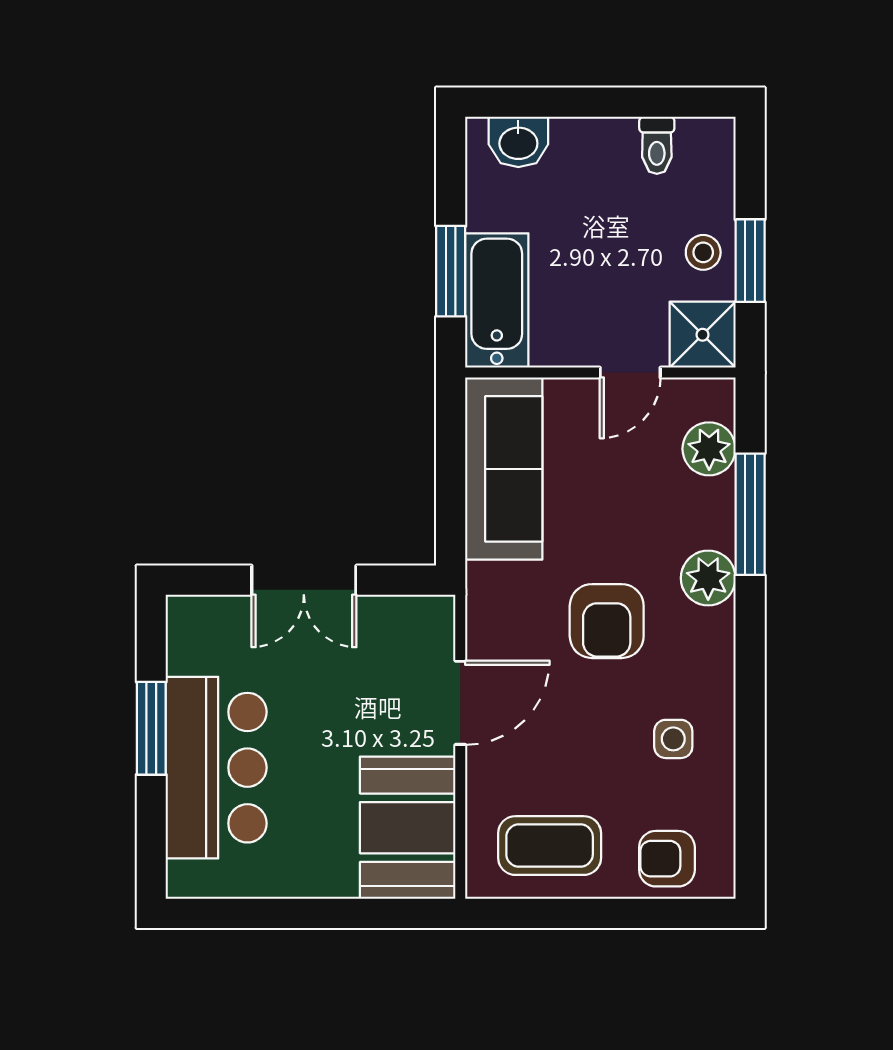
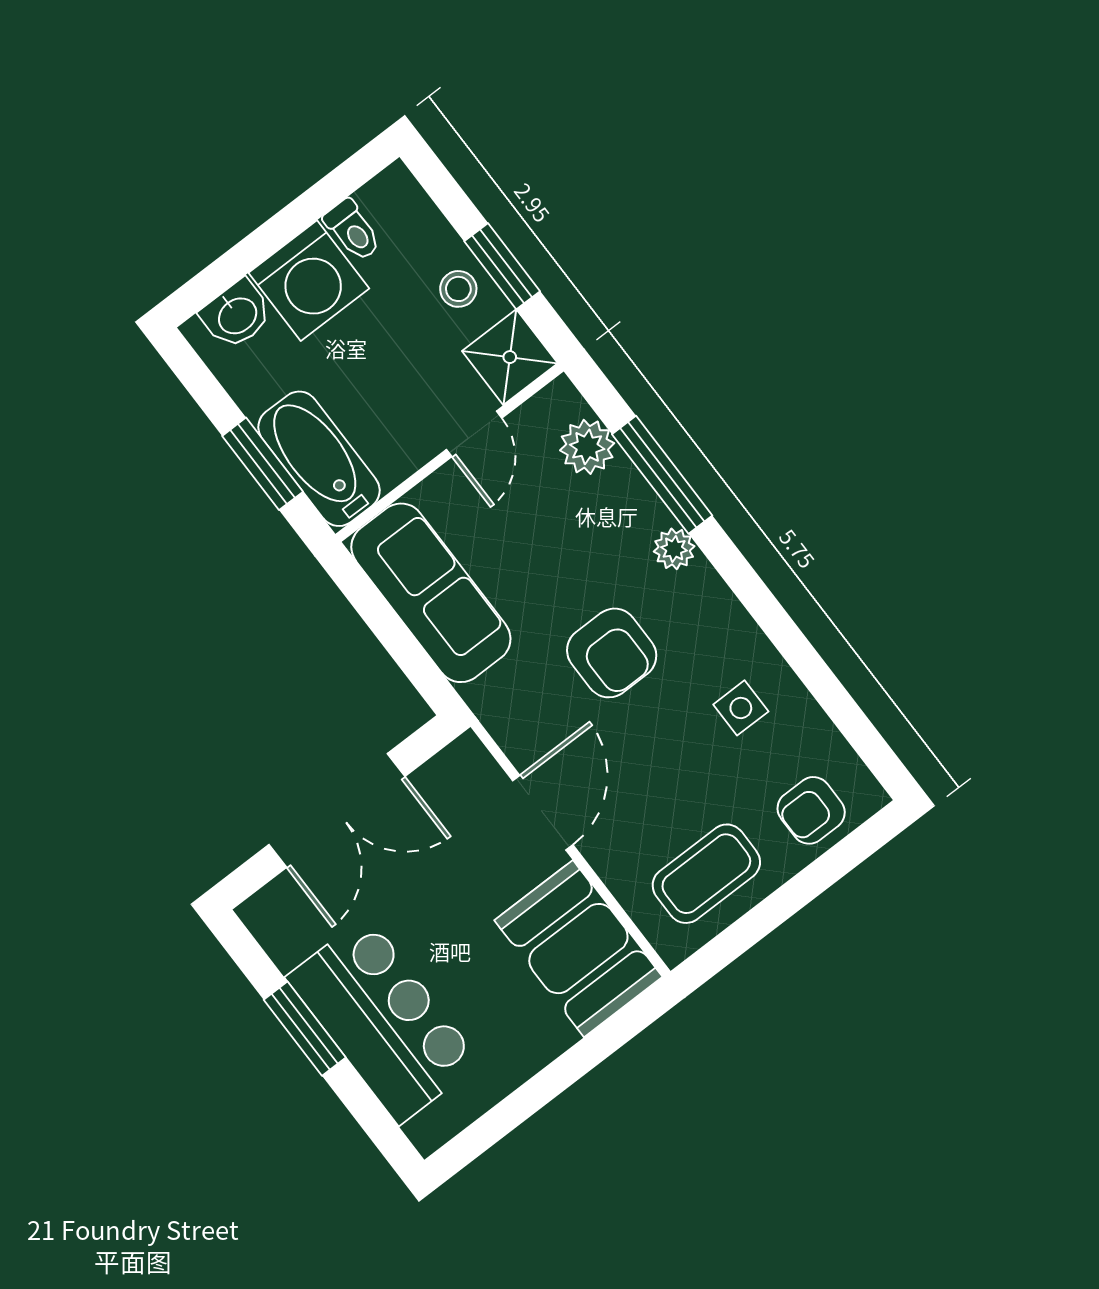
washing machine: (594, 158) -> (309, 281), added
plant: (708, 578) -> (674, 549), width x0.73, depth x0.73
double door: (304, 580) -> (337, 810), width x1.37

